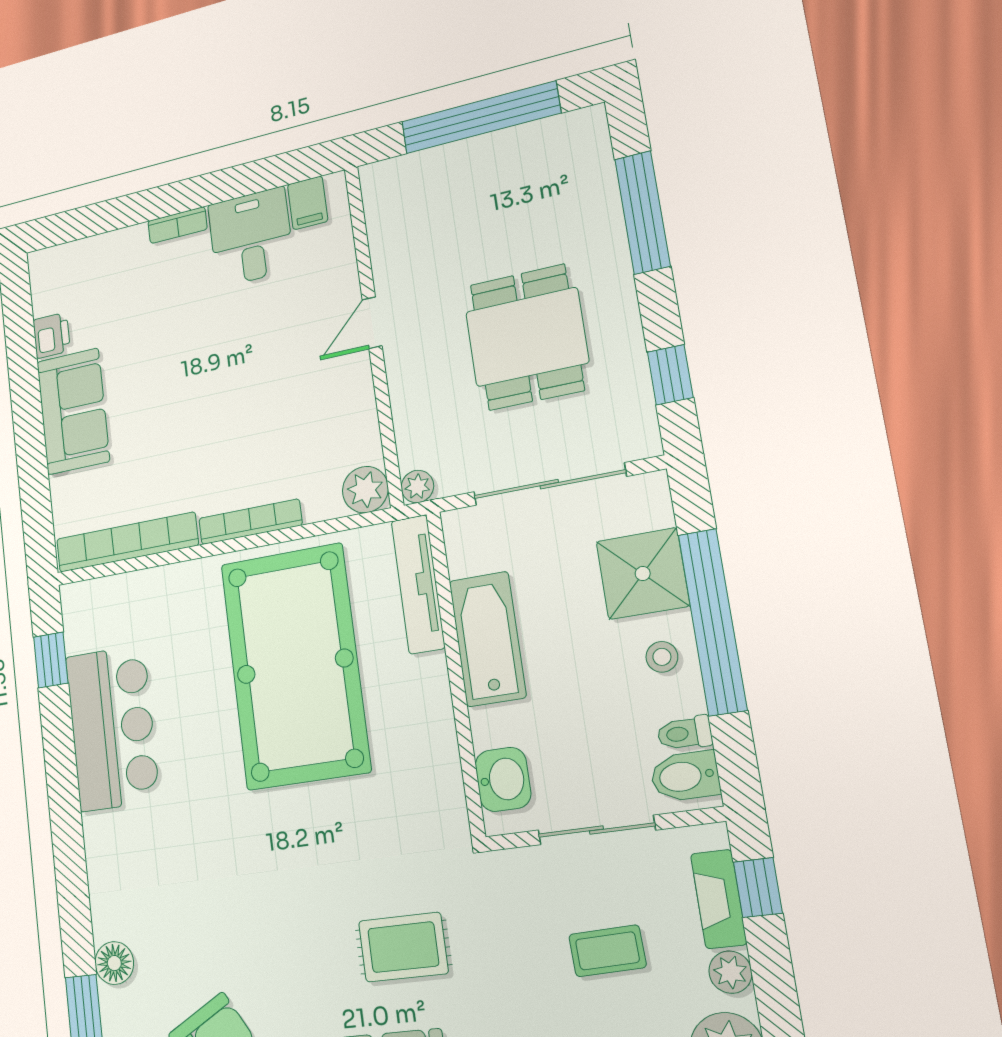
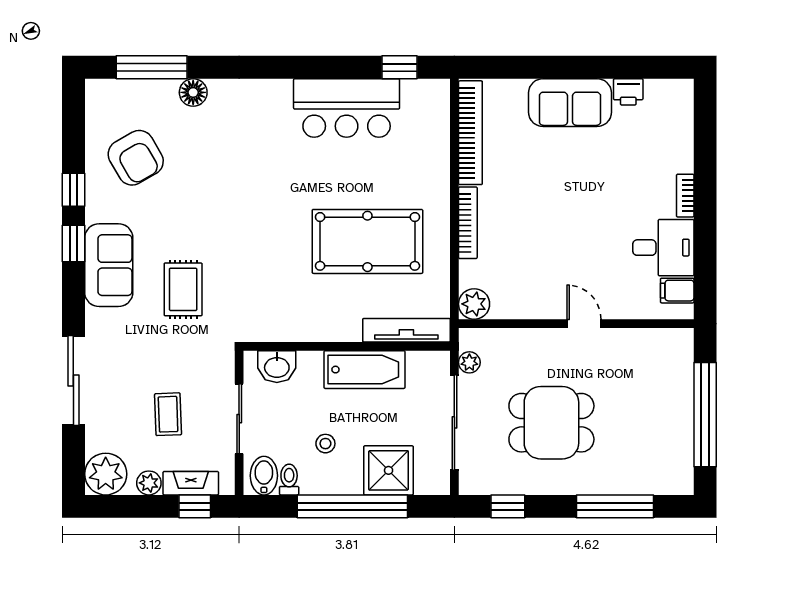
plant: (417, 487) -> (469, 362), moved
stool: (662, 657) -> (325, 444), moved
pool table: (295, 666) -> (367, 241), width x0.73, depth x0.76

